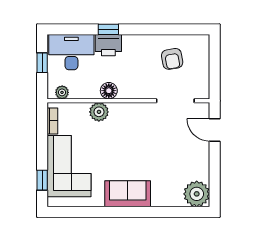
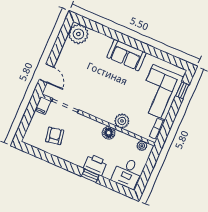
desk: (71, 52) -> (127, 173), width x0.73
window: (42, 63) -> (147, 173), removed
filing cabinet: (202, 89) -> (43, 106), added

